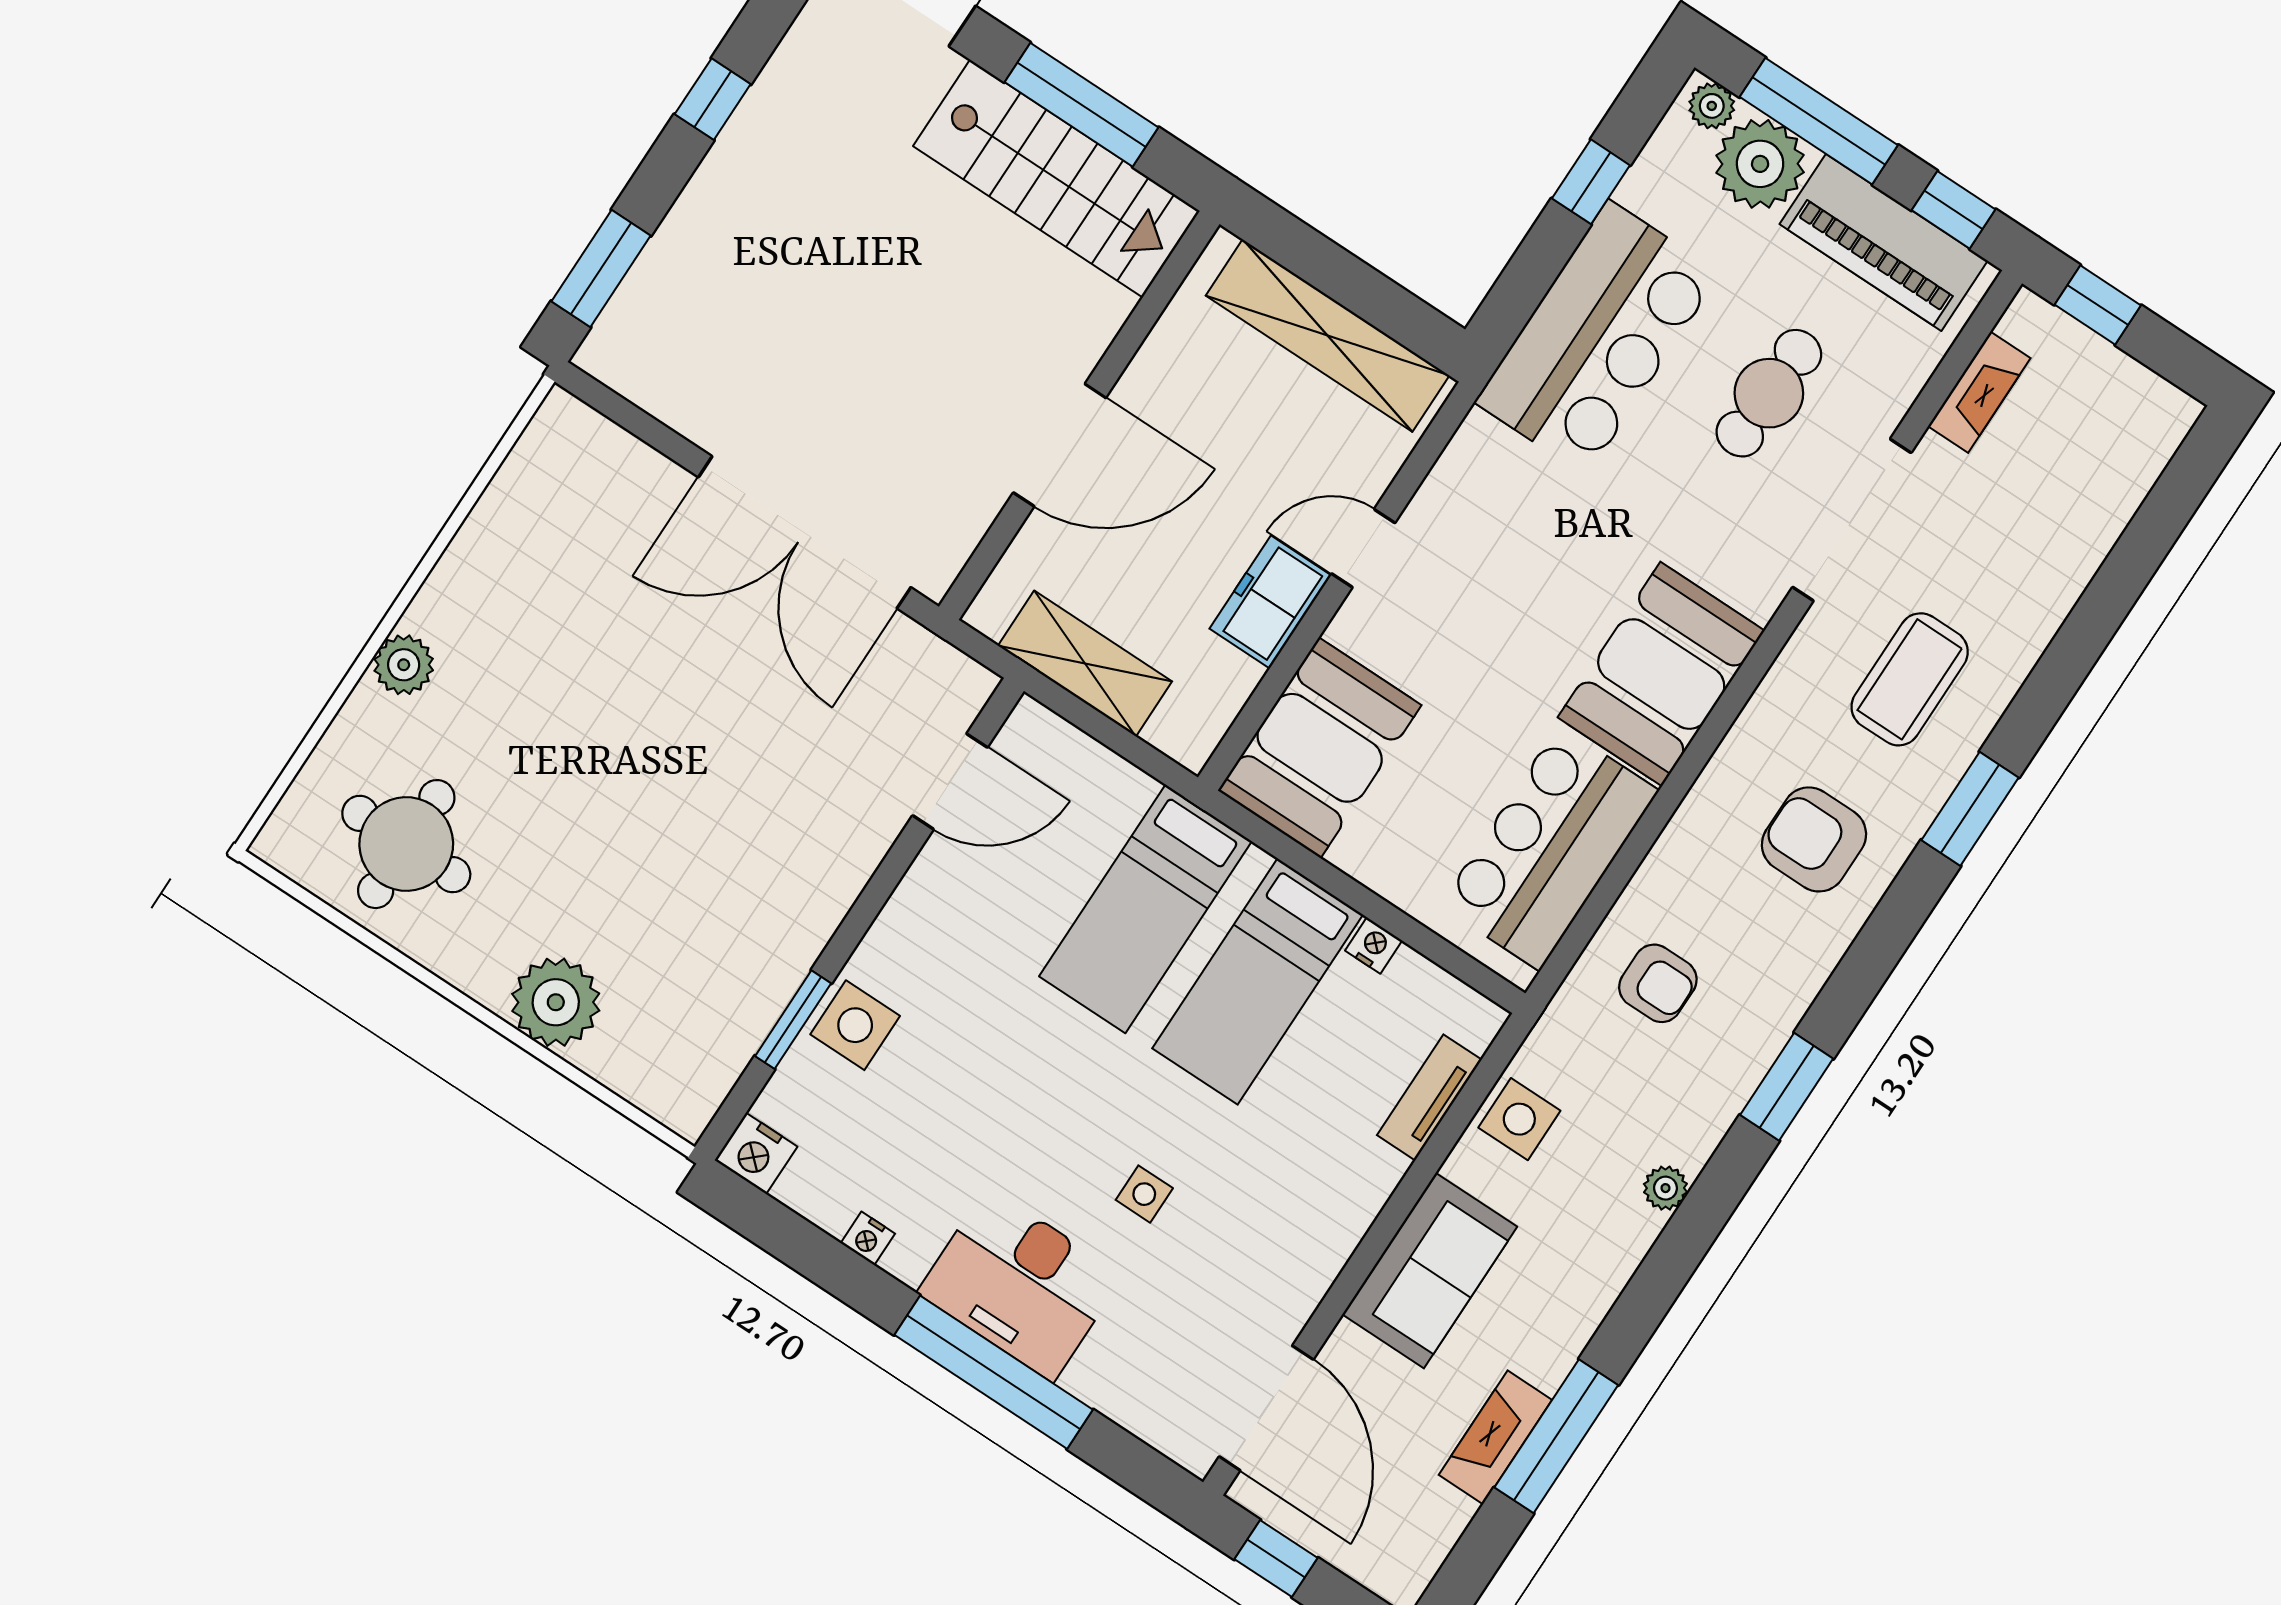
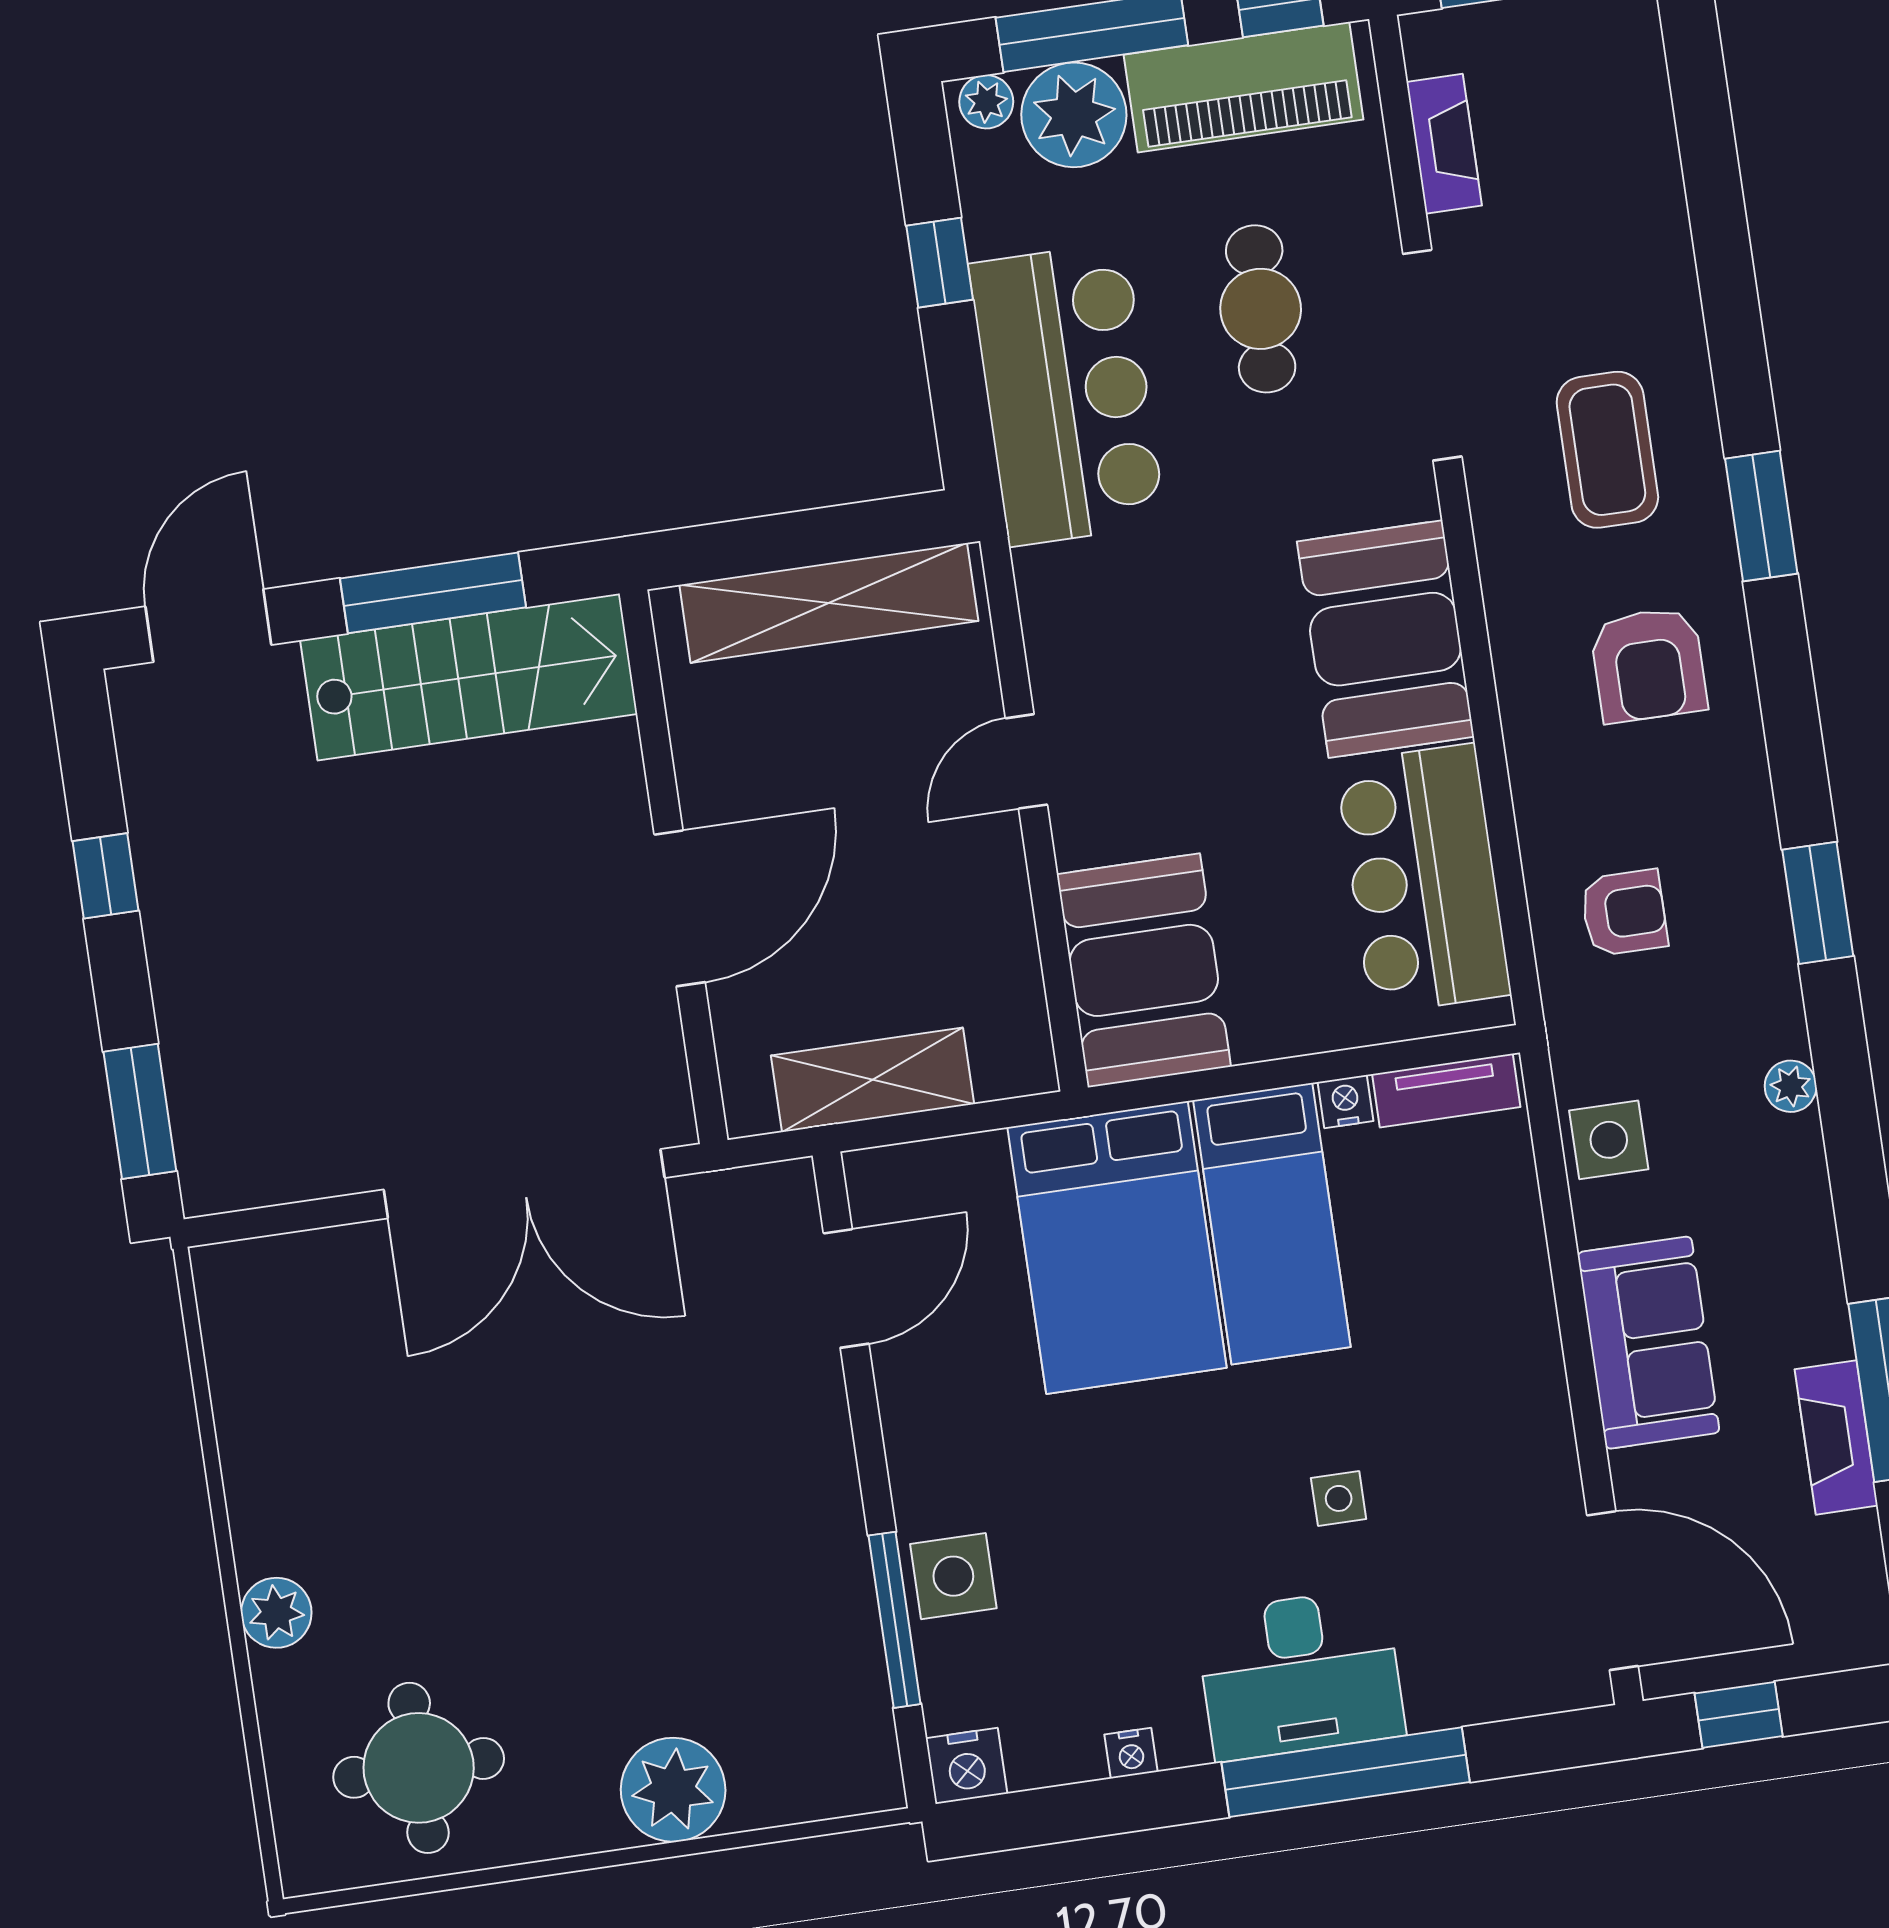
freezer: (1270, 602) -> (987, 881), removed
armchair: (1814, 839) -> (1649, 665), turned -90
bed: (1145, 909) -> (1117, 1248), width x1.50
window: (793, 1020) -> (895, 1620), width x1.44
tv unit: (1429, 1097) -> (1446, 1090), moved, turned -90

